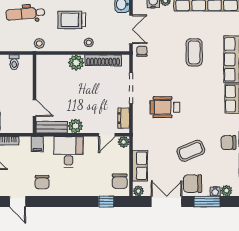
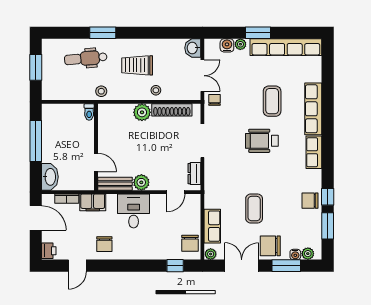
toilet: (14, 62) -> (89, 112), moved
wheelchair: (165, 107) -> (262, 141), moved
plant: (124, 142) -> (194, 200), removed
filing cabinet: (37, 144) -> (93, 202), width x2.00
coffee table: (191, 151) -> (254, 209), moved, turned -68
door: (18, 202) -> (77, 266), hinge flipped

